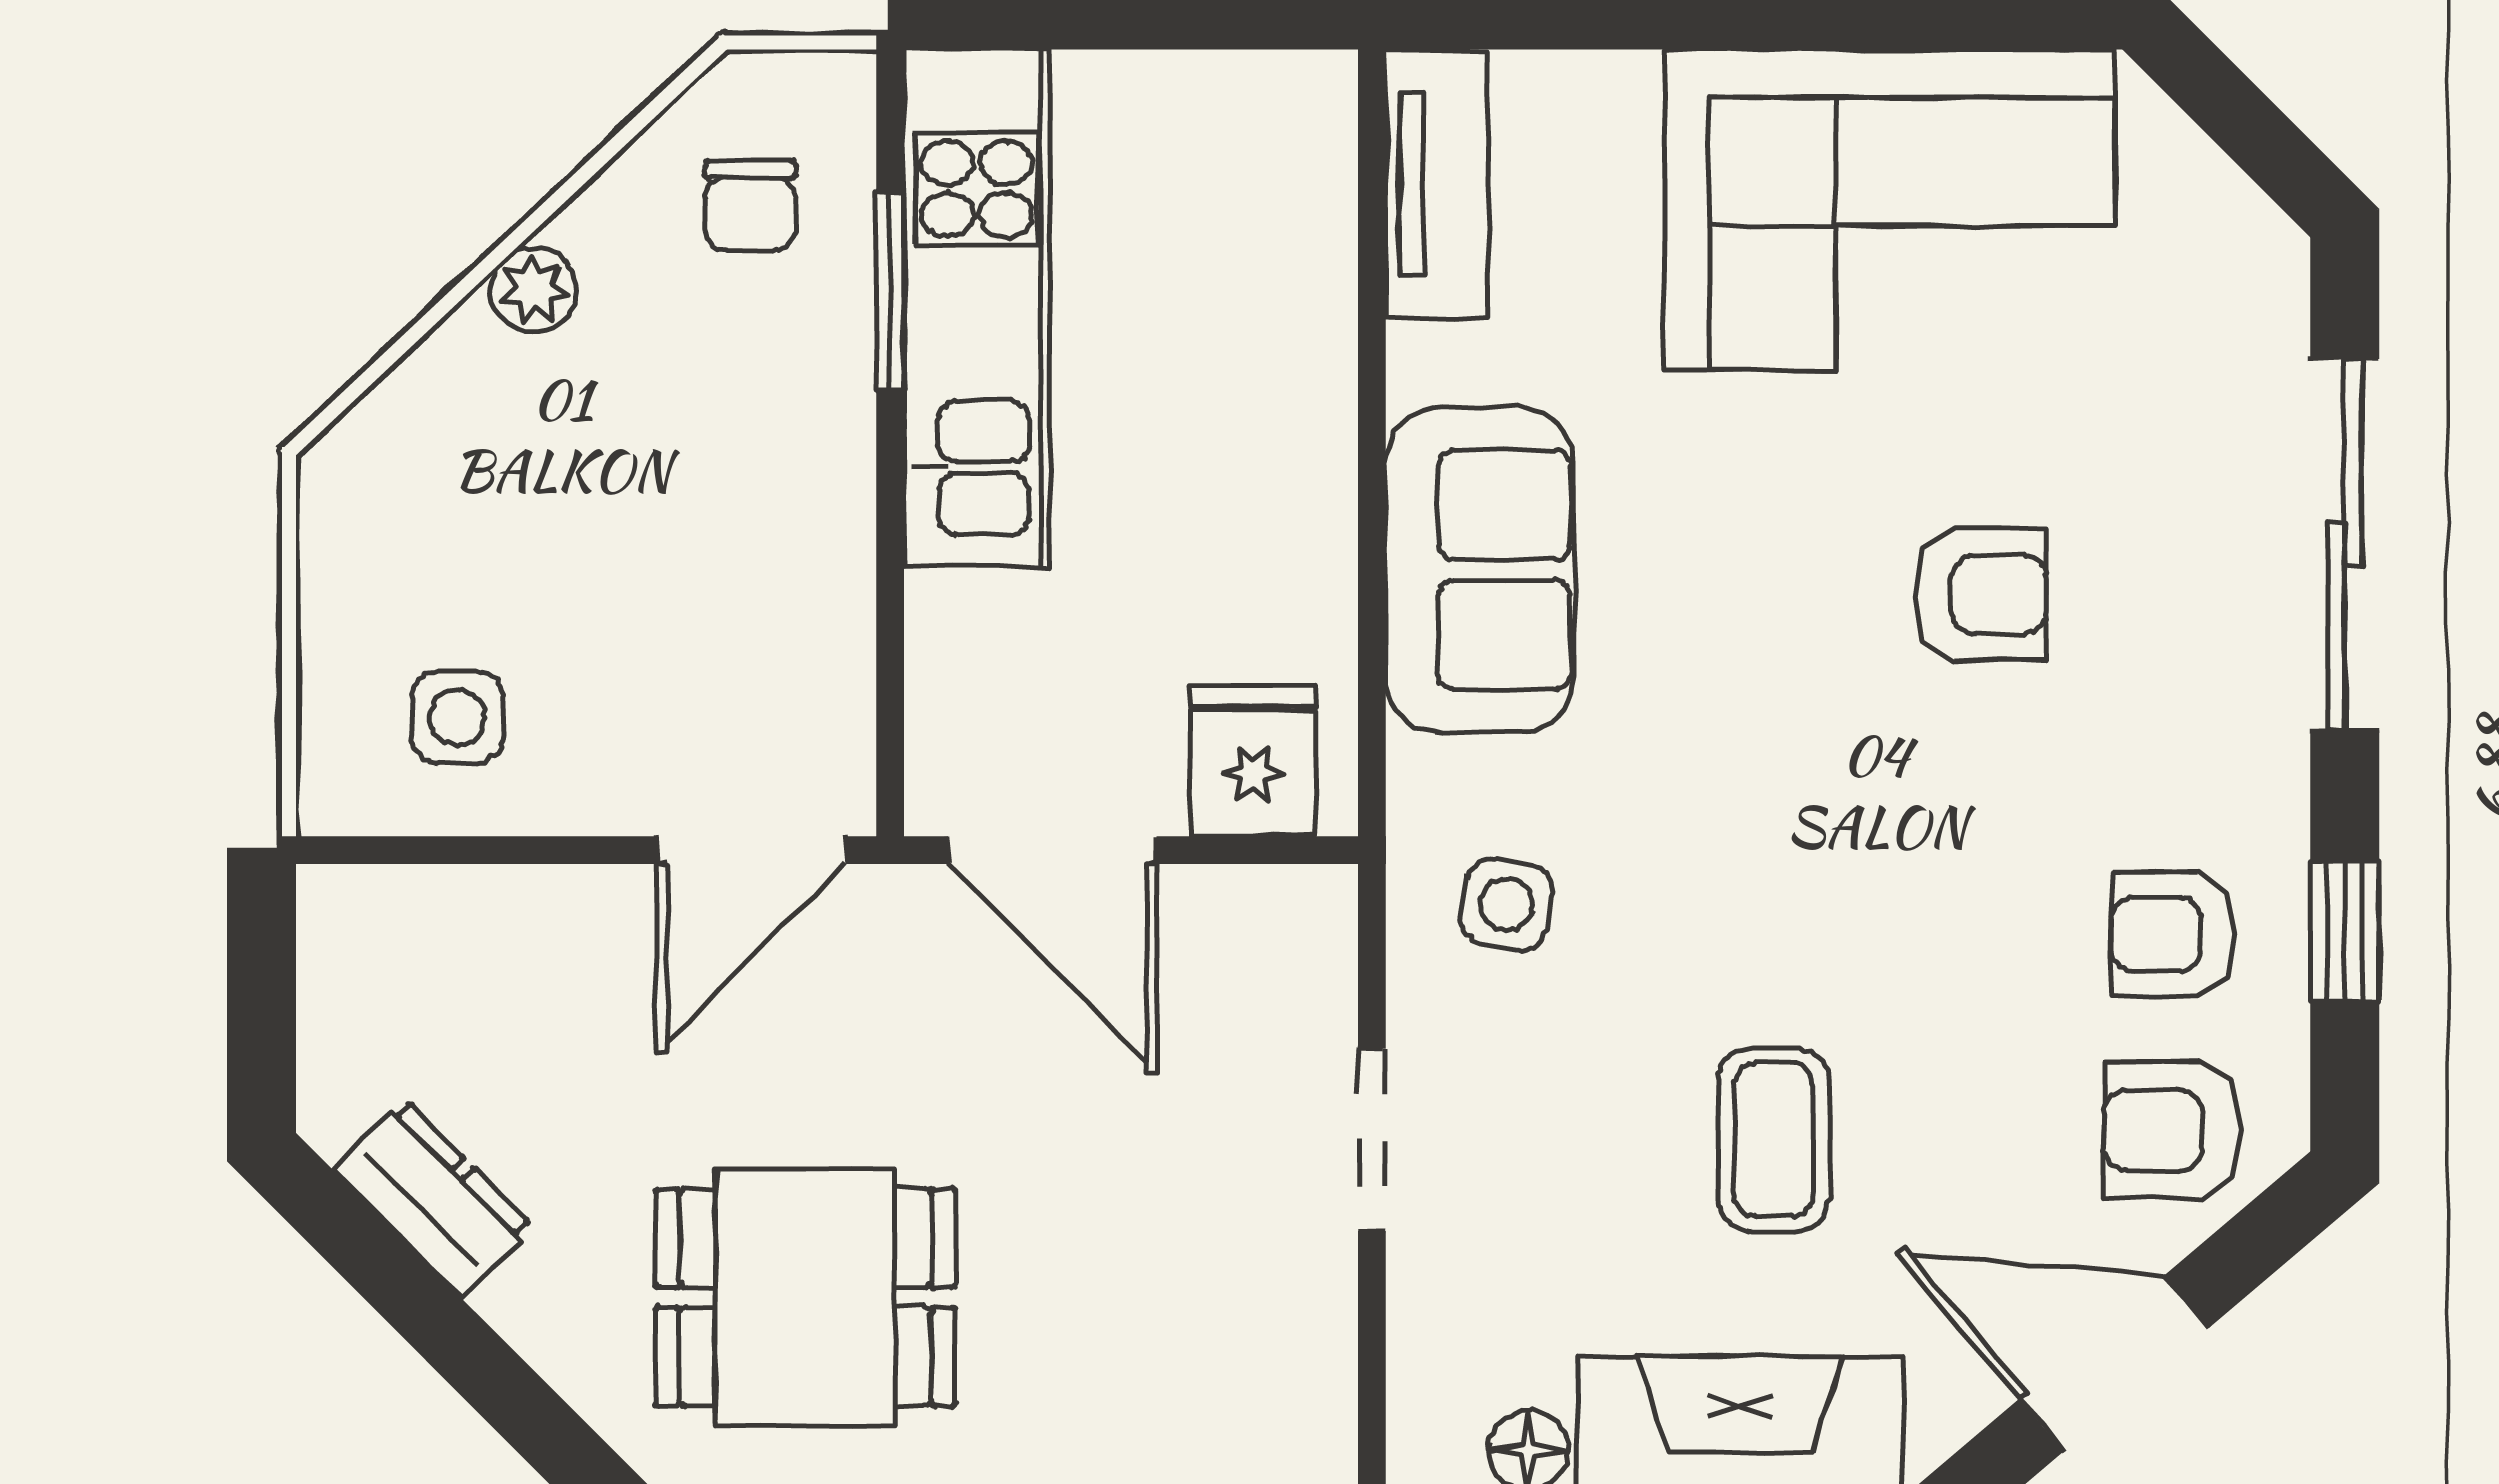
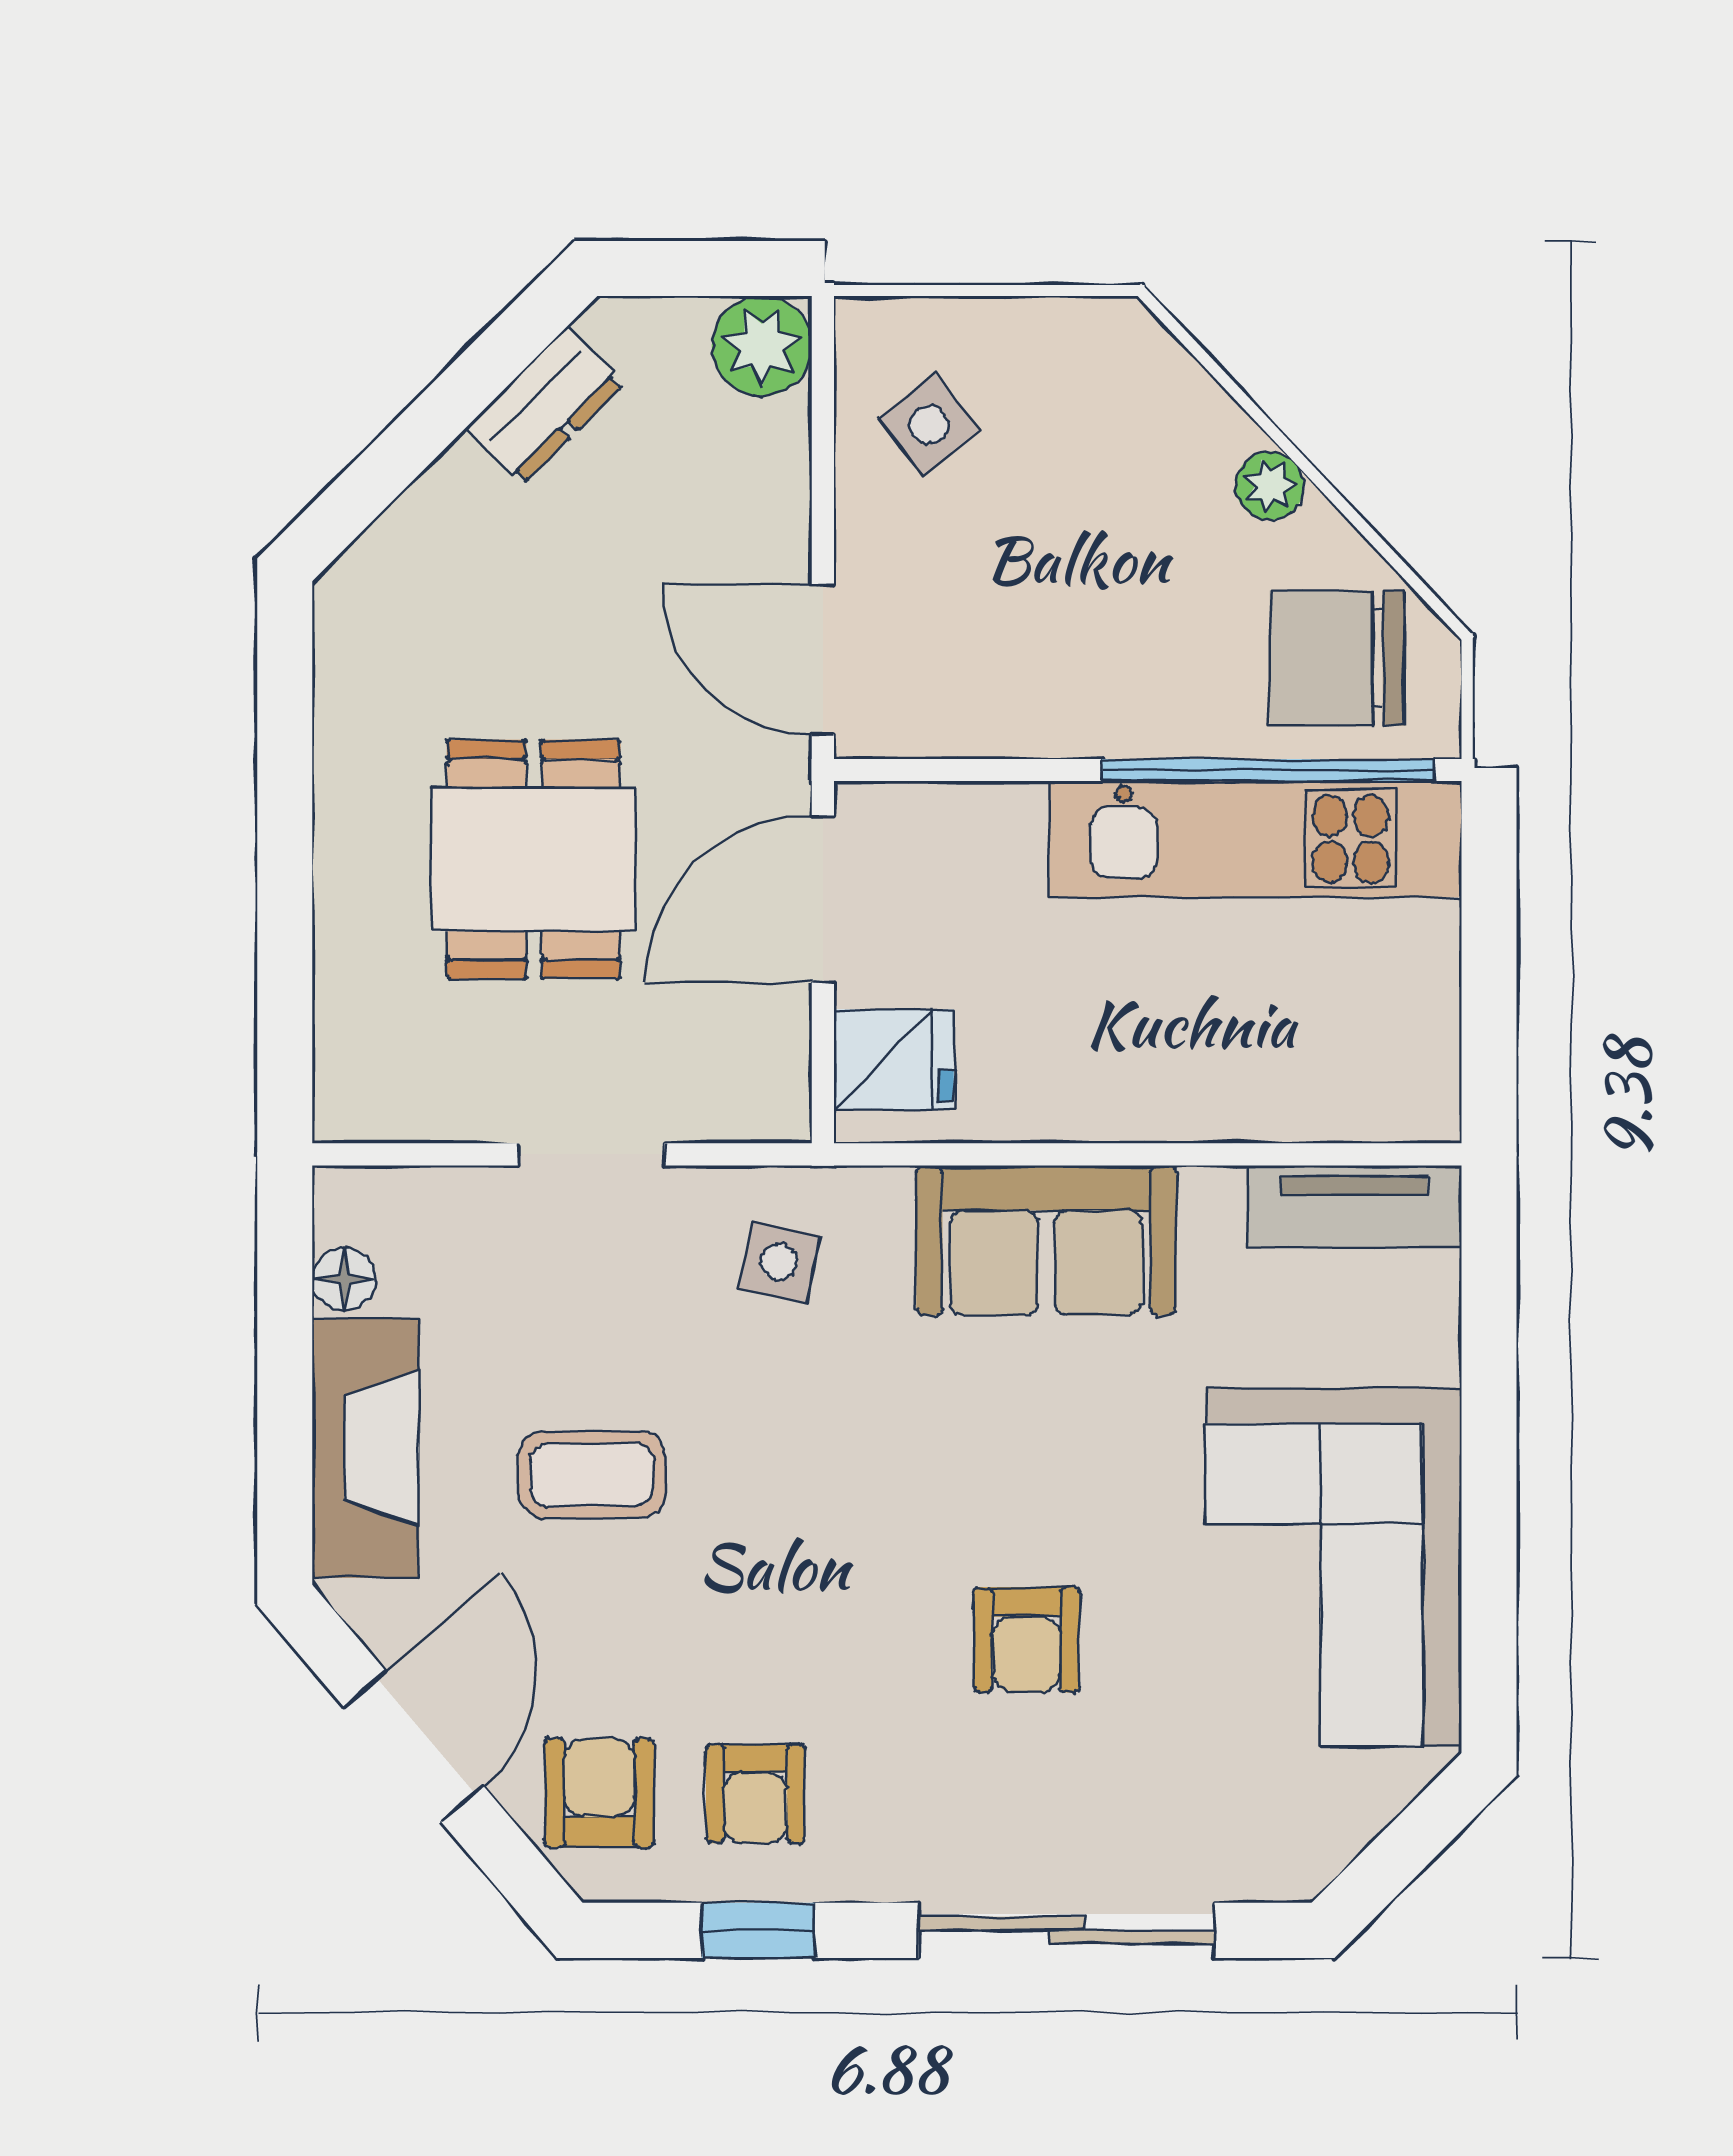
chair: (750, 205) -> (1337, 658), width x1.87, depth x1.87
window: (890, 292) -> (1268, 770), width x2.11
side table: (457, 717) -> (929, 425), turned -38
plant: (359, 927) -> (762, 346), added
armchair: (2174, 935) -> (755, 1794), turned 180
dining table: (805, 1297) -> (534, 859), moved

